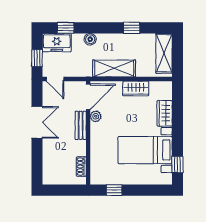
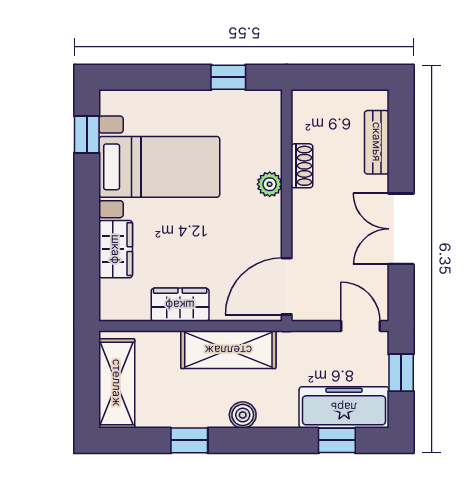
boiler: (90, 39) -> (243, 415), moved
freezer: (57, 43) -> (344, 407), width x1.40
plant: (96, 116) -> (270, 184), moved
bench: (81, 125) -> (377, 142), moved
shoe rack: (81, 167) -> (302, 166), moved

